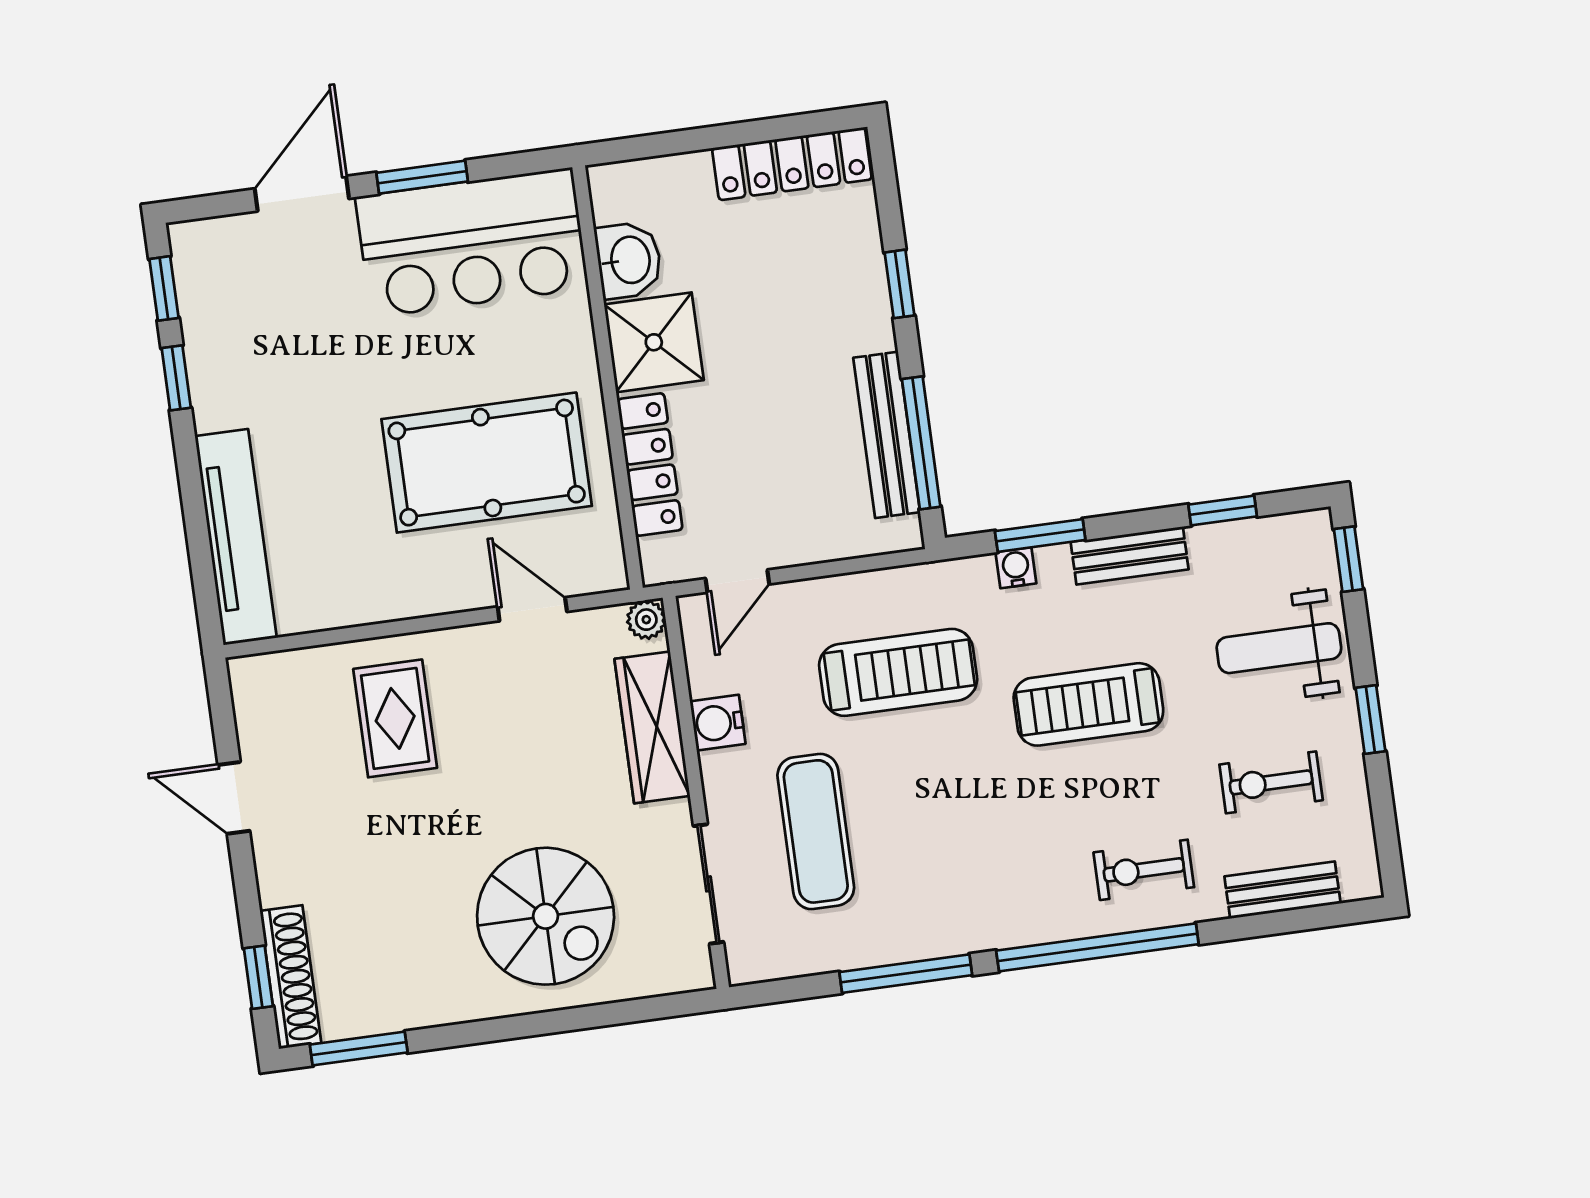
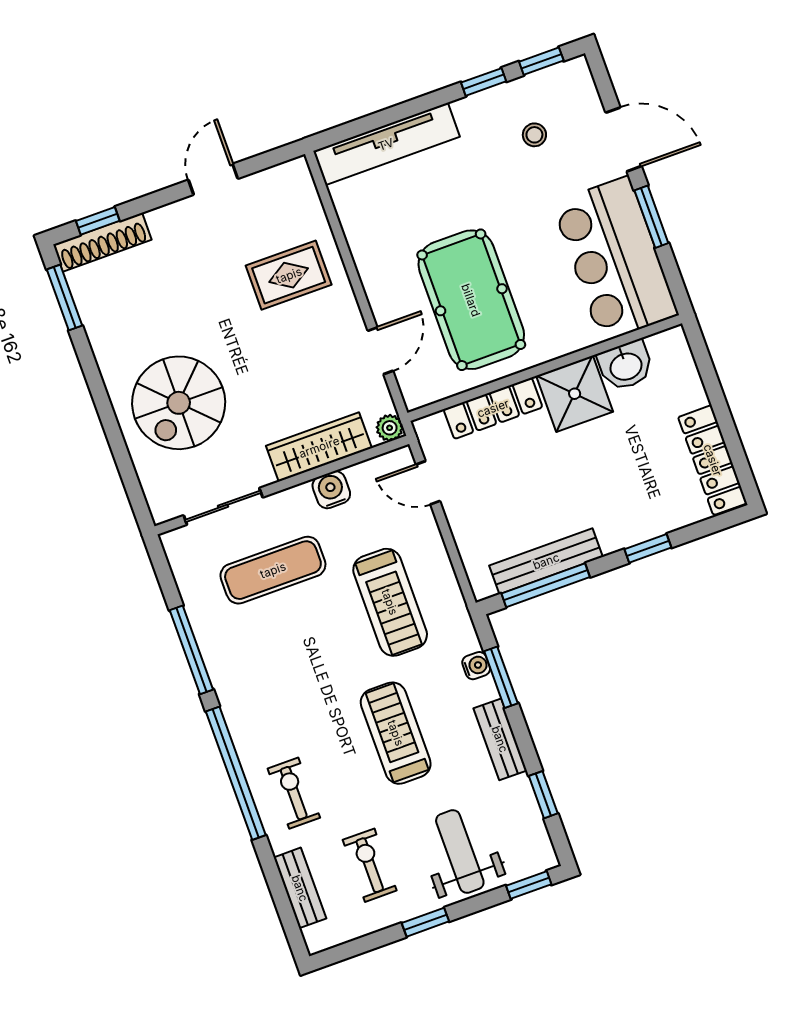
stool: (268, 321) -> (534, 135), added

